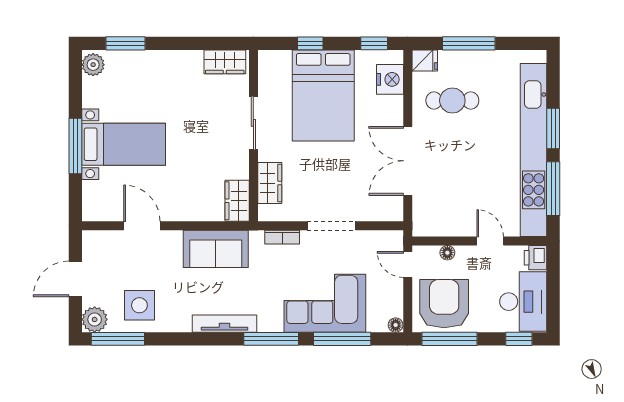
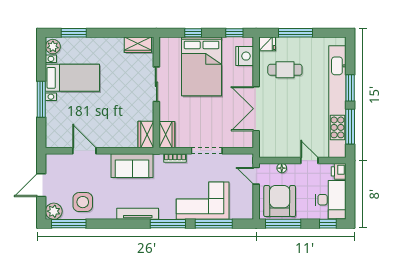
bed with nightstands: (124, 144) -> (72, 78), moved
wardrobe: (270, 183) -> (167, 135), moved
floor lamp: (396, 325) -> (248, 215), removed

